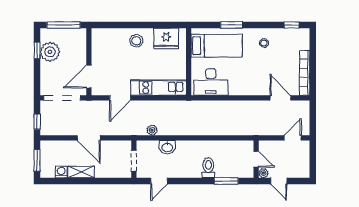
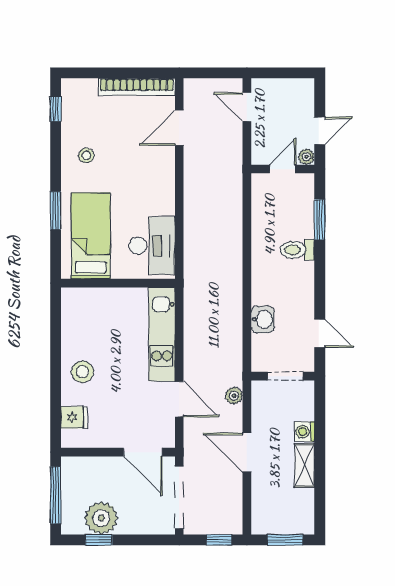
fridge: (166, 38) -> (74, 417), moved, width x0.53, depth x0.75
plant: (152, 130) -> (234, 396), moved
door: (89, 138) -> (247, 452), swing flipped
washing machine: (61, 172) -> (305, 432), moved

